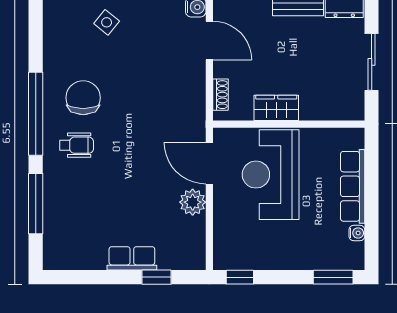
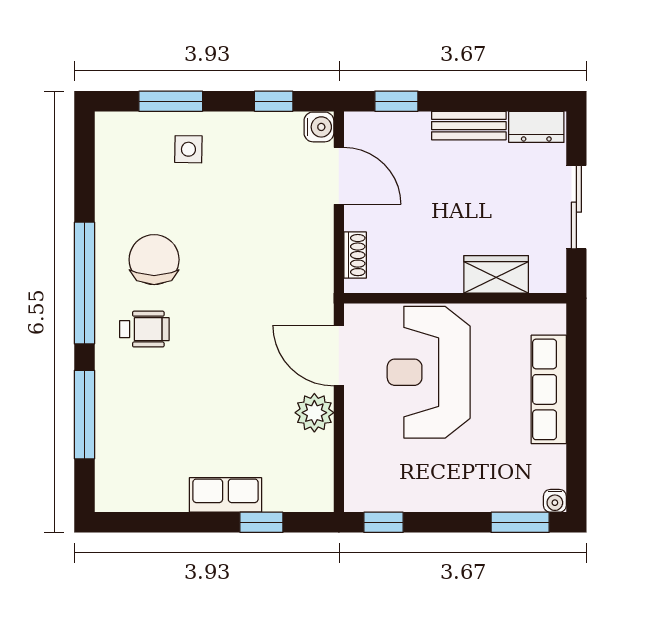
side table: (107, 22) -> (188, 149), turned -38
wardrobe: (276, 108) -> (496, 274), moved
water cooler: (357, 233) -> (555, 501), moved, turned 90

